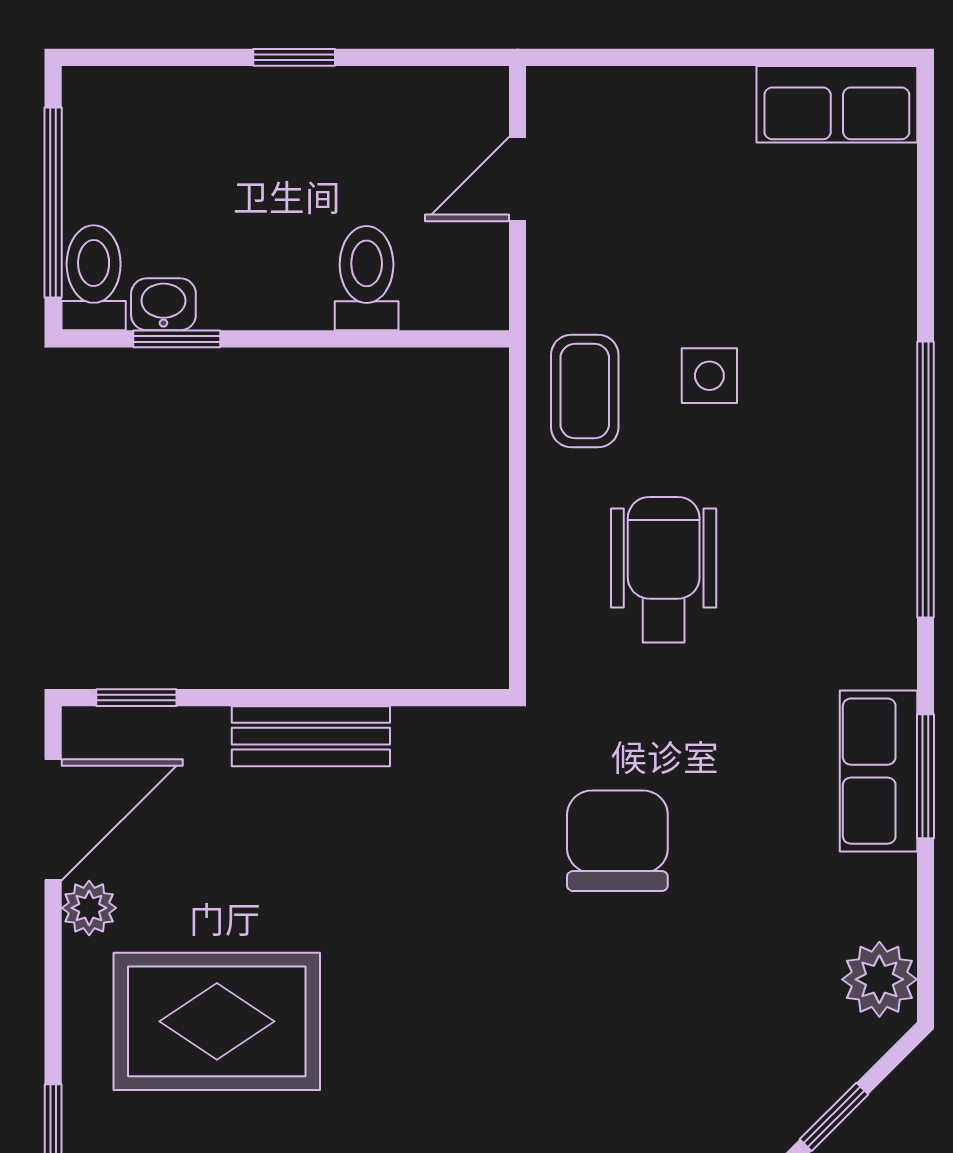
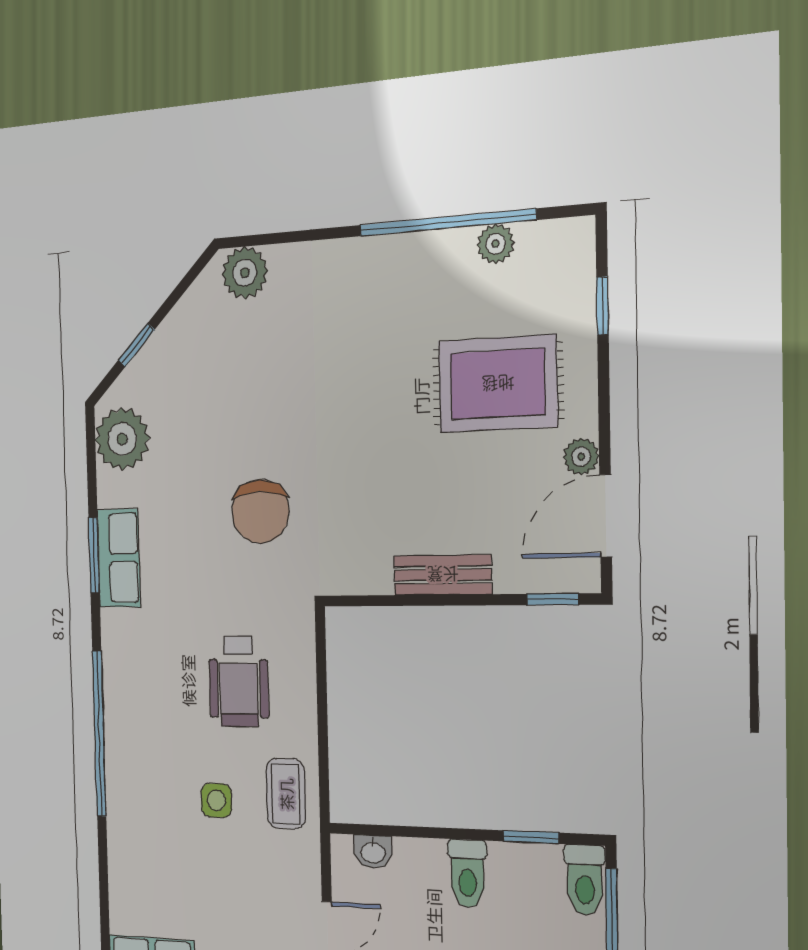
toilet: (367, 278) -> (468, 874), moved
washbasin: (163, 304) -> (373, 852), moved
plant: (879, 979) -> (122, 439), width x1.36, depth x1.36

